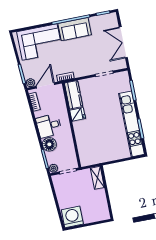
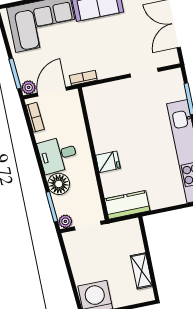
kitchen counter: (74, 95) -> (127, 205), moved, turned -90
fridge: (78, 114) -> (108, 162), moved
shelving: (97, 178) -> (141, 271), moved

